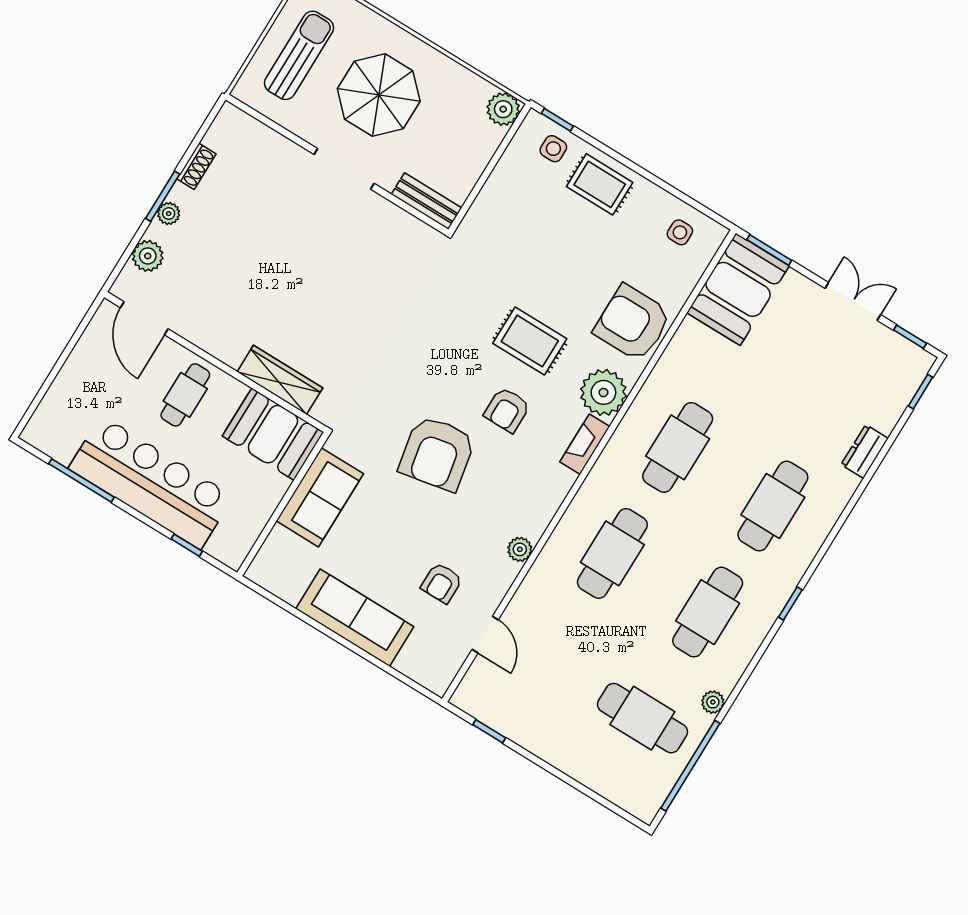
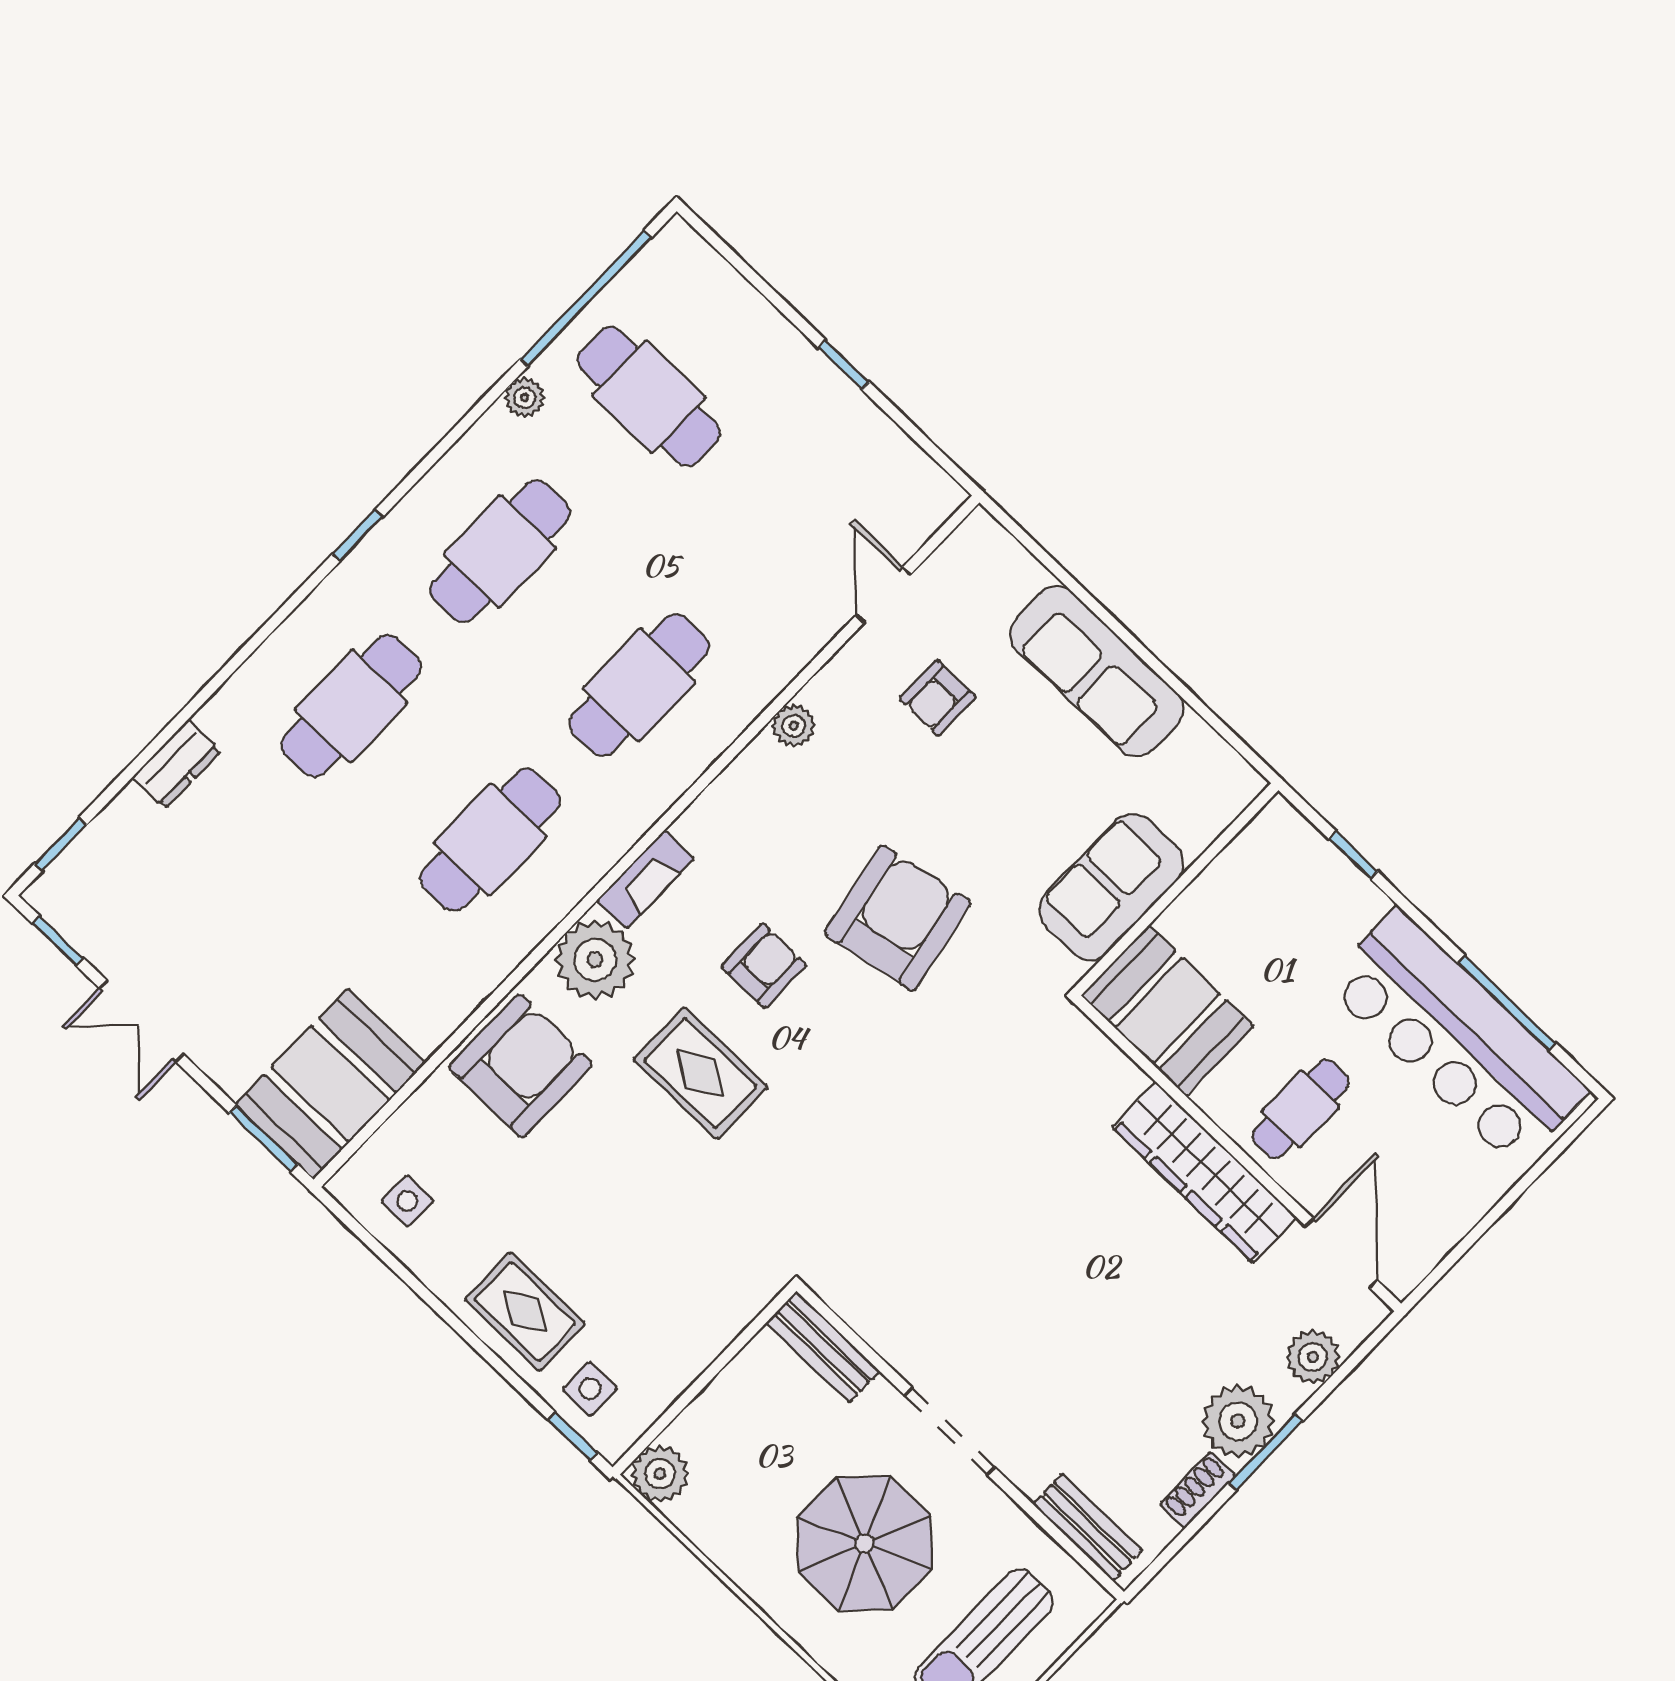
bench: (254, 132) -> (1087, 1527), added
plant: (169, 214) -> (1238, 1421), width x1.88, depth x1.88
armchair: (632, 323) -> (521, 1066), turned -90
wardrobe: (280, 380) -> (1204, 1172), moved, width x1.40, depth x1.17
bar counter: (151, 482) -> (1456, 1037), moved
armchair: (442, 583) -> (938, 698), turned 180
window: (489, 731) -> (844, 365), moved

